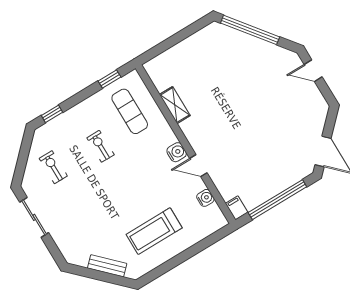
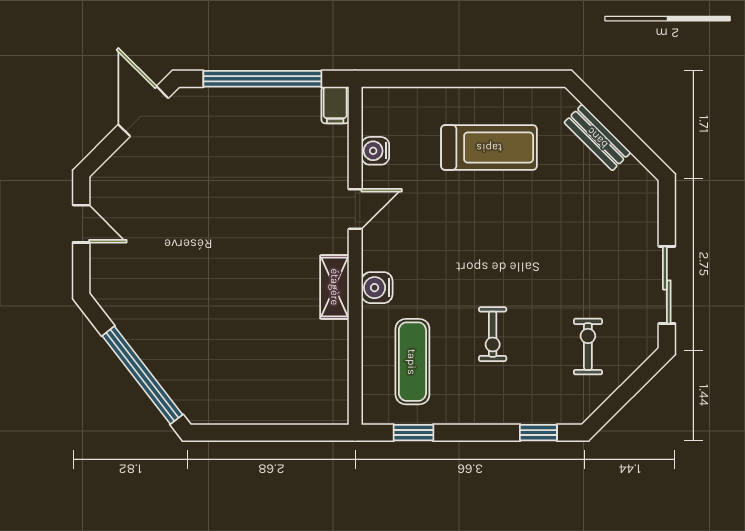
door: (313, 71) -> (81, 224), moved
shelving: (175, 105) -> (335, 287), moved
water cooler: (177, 152) -> (377, 288), moved
door: (198, 166) -> (355, 209), hinge flipped
exercise bike: (53, 167) -> (588, 347), turned 180

